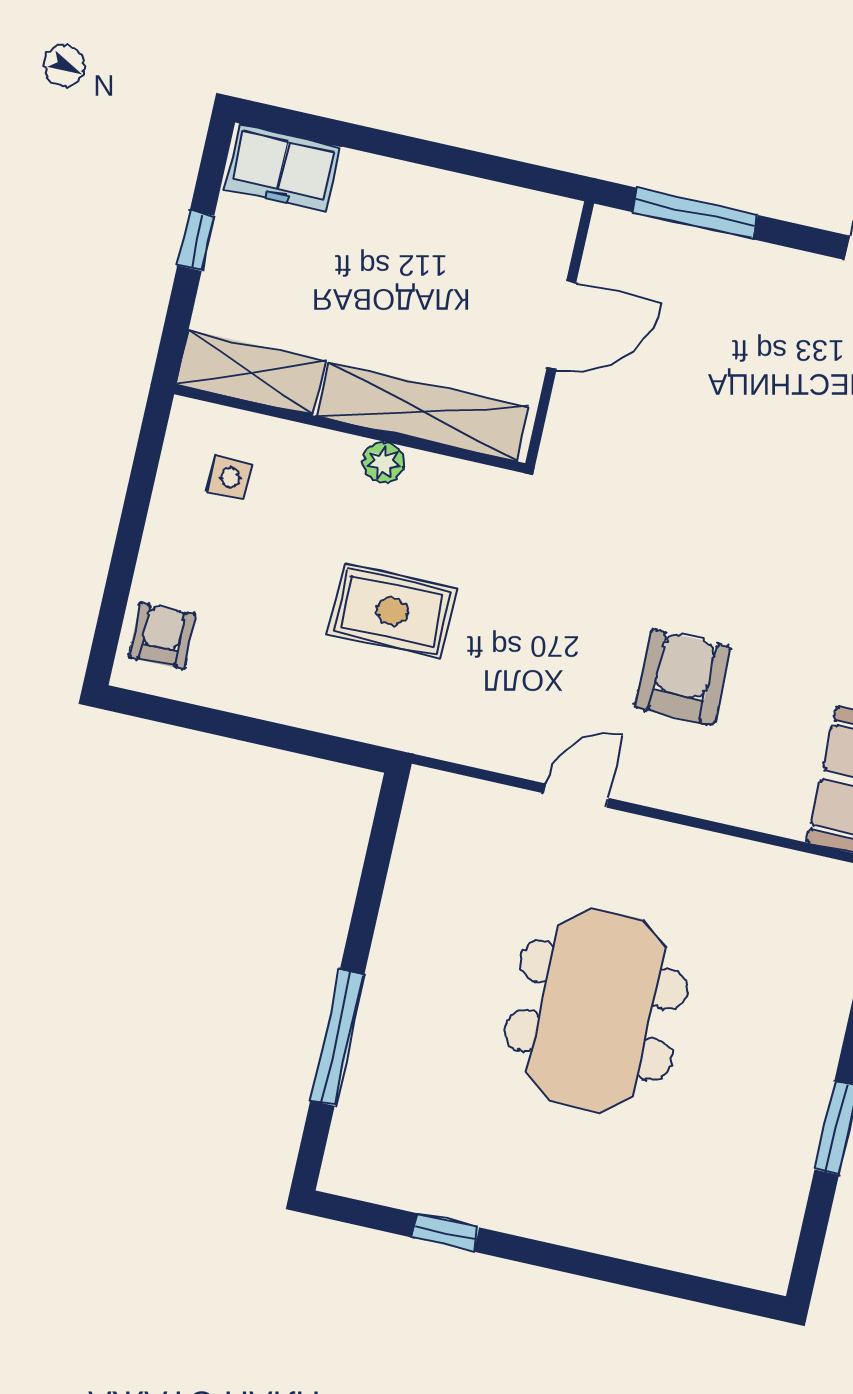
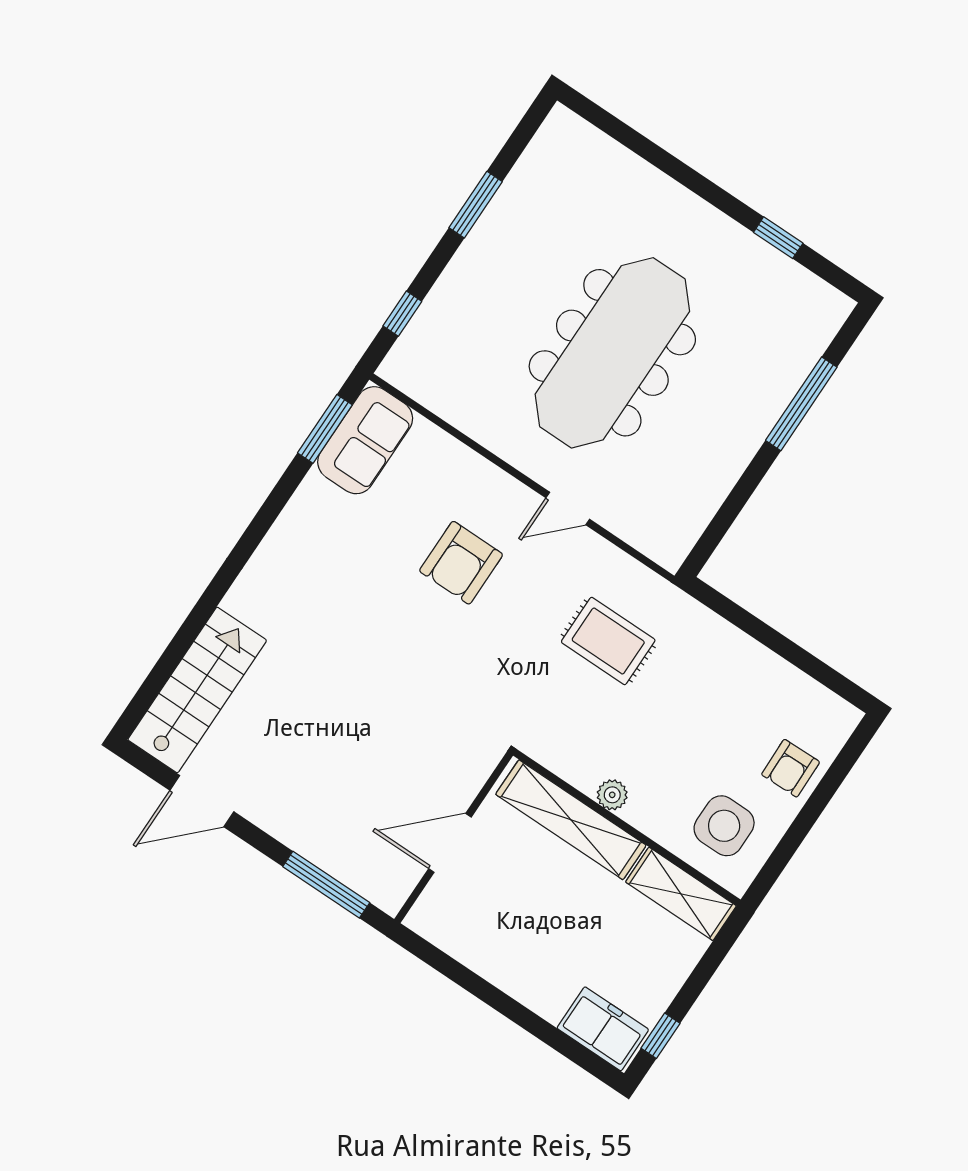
window: (196, 241) -> (660, 1036), moved
side table: (230, 478) -> (724, 826), width x1.87, depth x1.87
rug: (392, 611) -> (608, 641), moved
armchair: (162, 636) -> (791, 768), moved
meeting table: (596, 1010) -> (612, 353), width x1.36

